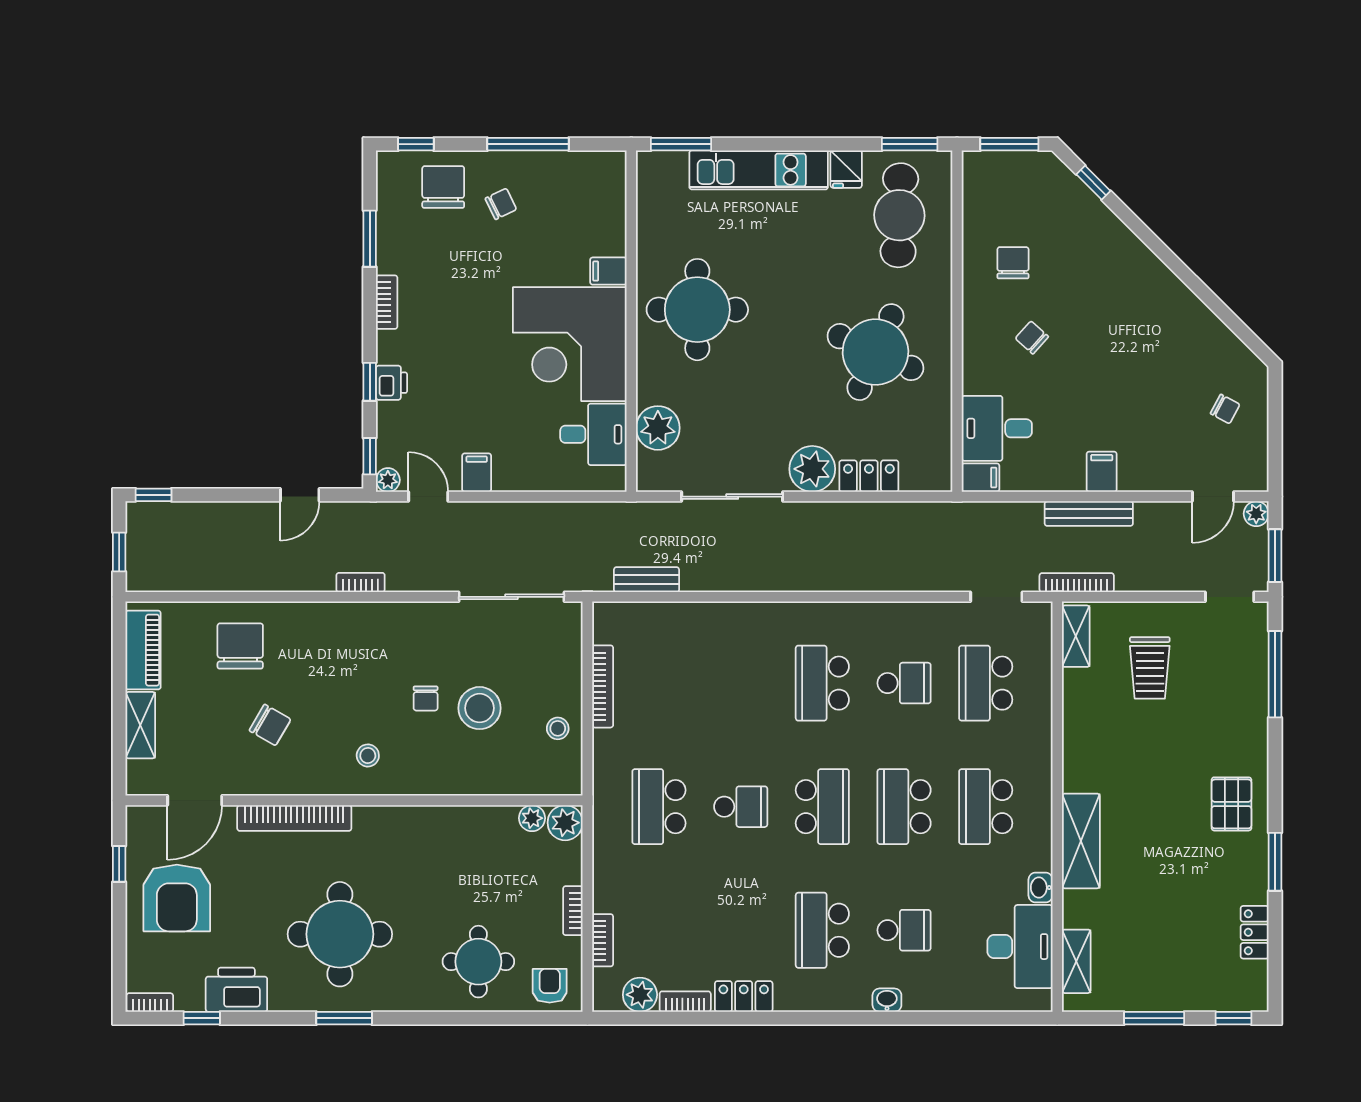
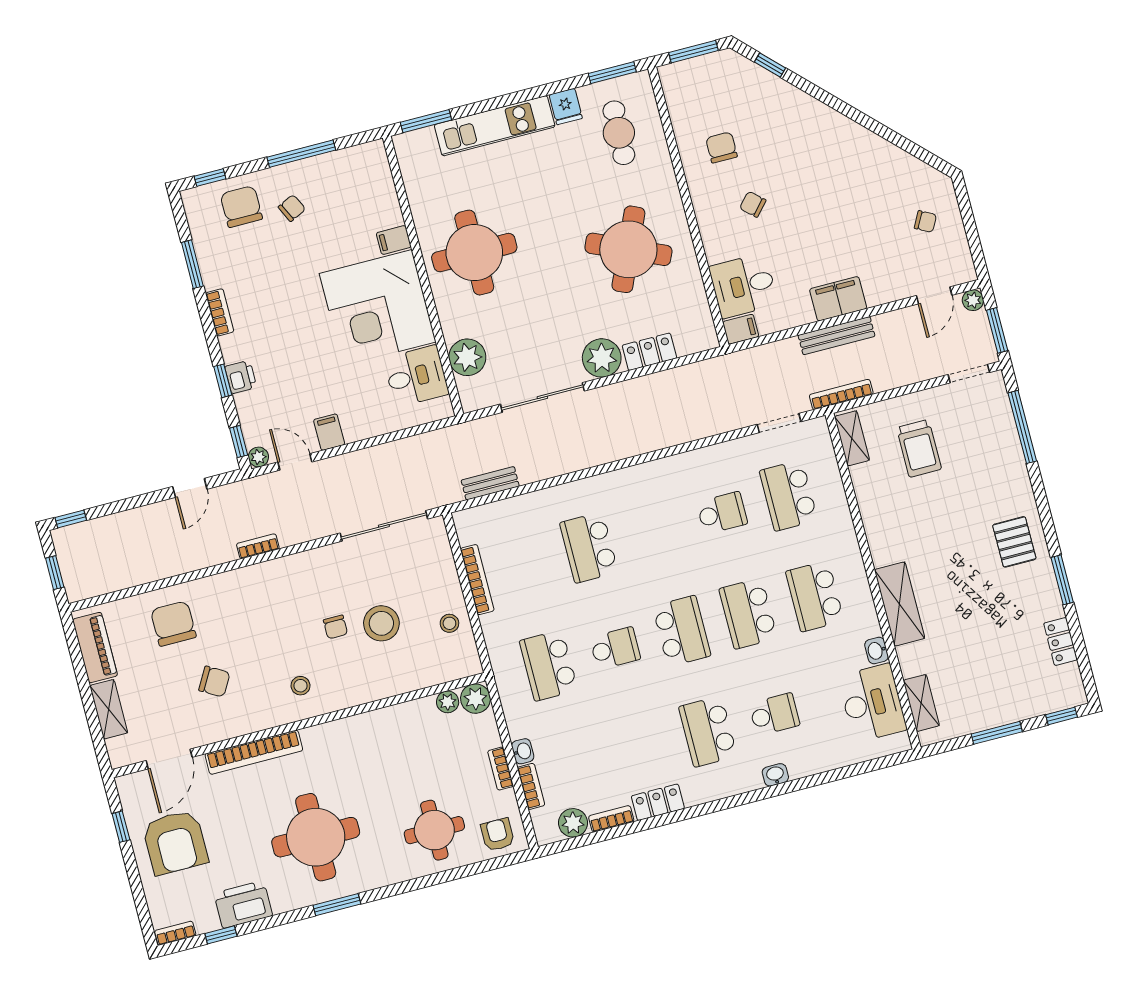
cafe table: (899, 215) -> (619, 133), width x0.73, depth x0.74
filing cabinet: (1102, 472) -> (838, 299), width x2.00
school desk: (822, 683) -> (589, 548), moved
washbasin: (604, 897) -> (523, 751), added

